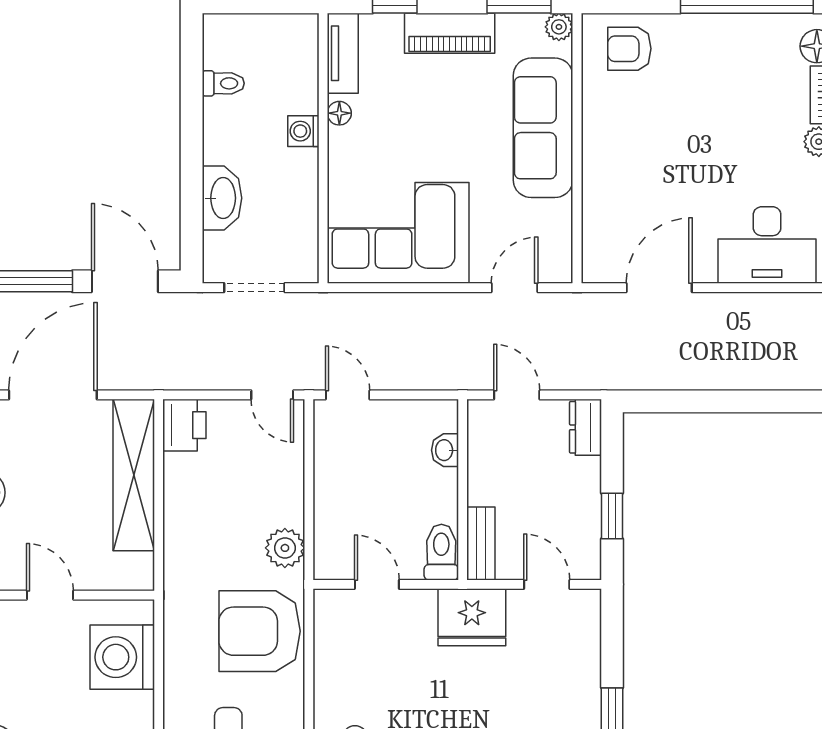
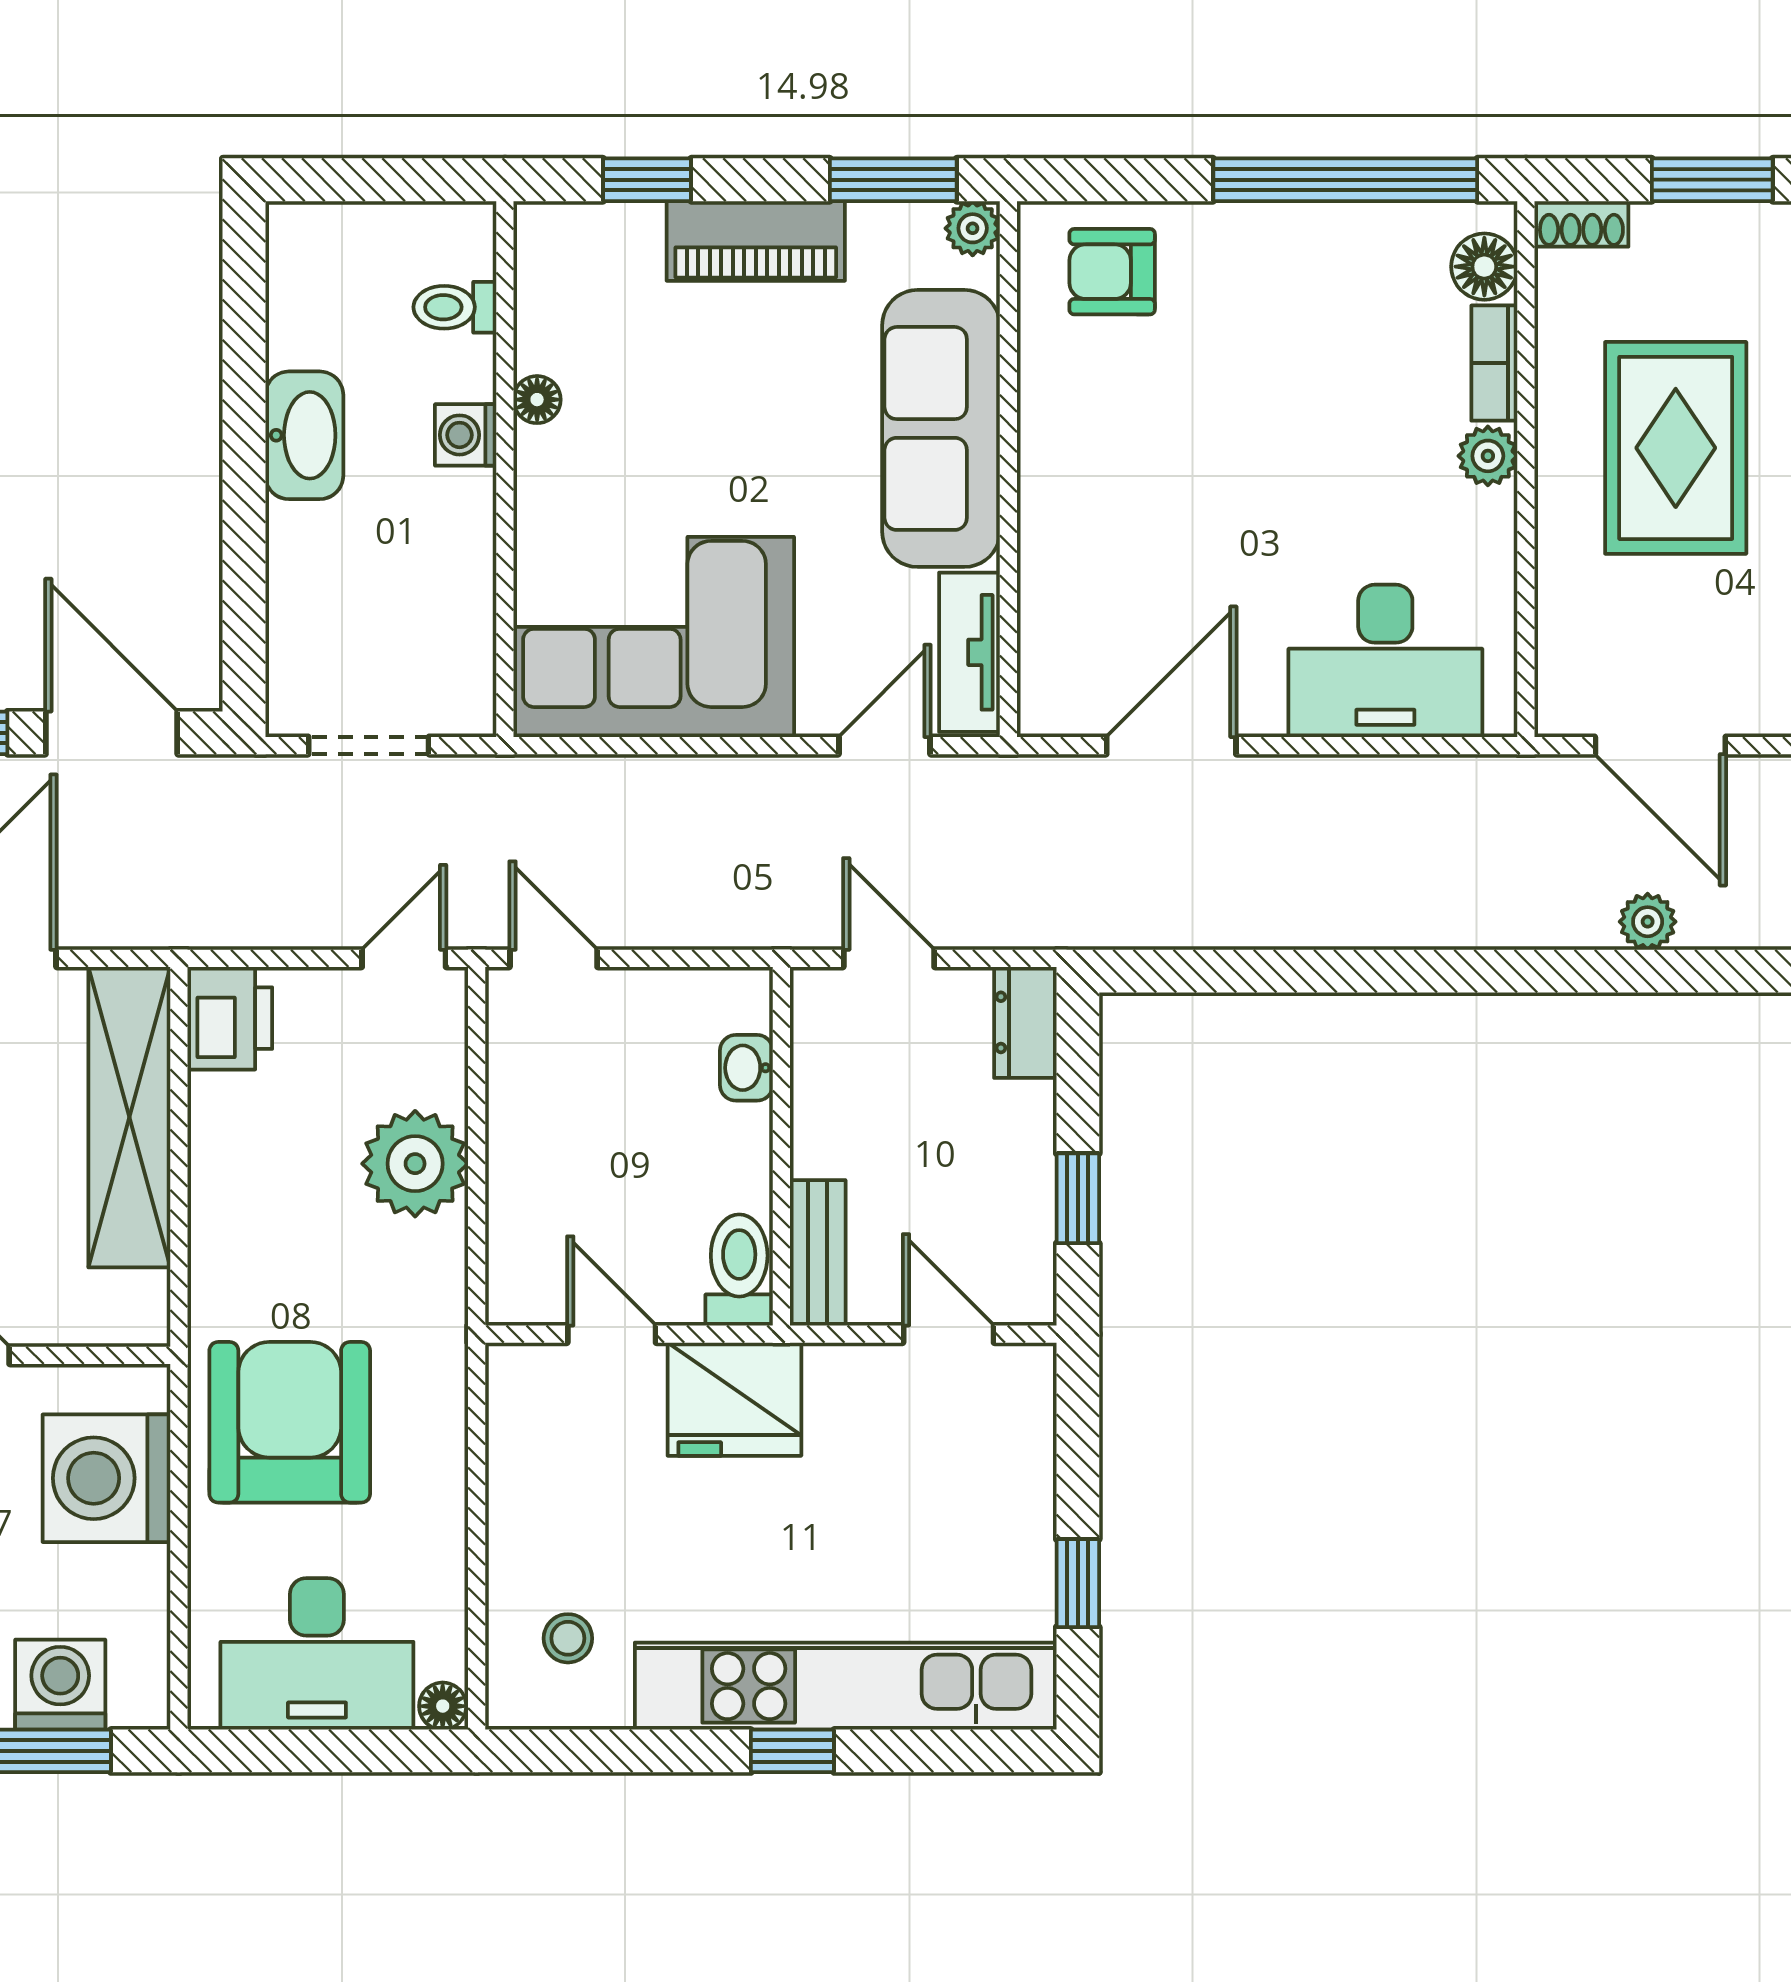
tv unit: (343, 53) -> (969, 652), moved, turned 180
toilet: (223, 83) -> (455, 307), moved, turned 180
washbasin: (222, 198) -> (304, 435), moved
door: (272, 395) -> (404, 958), swing flipped
plant: (285, 548) -> (415, 1164), moved, width x1.36, depth x1.36
fridge: (472, 617) -> (734, 1399), moved
armchair: (260, 631) -> (290, 1422), moved, turned 90

